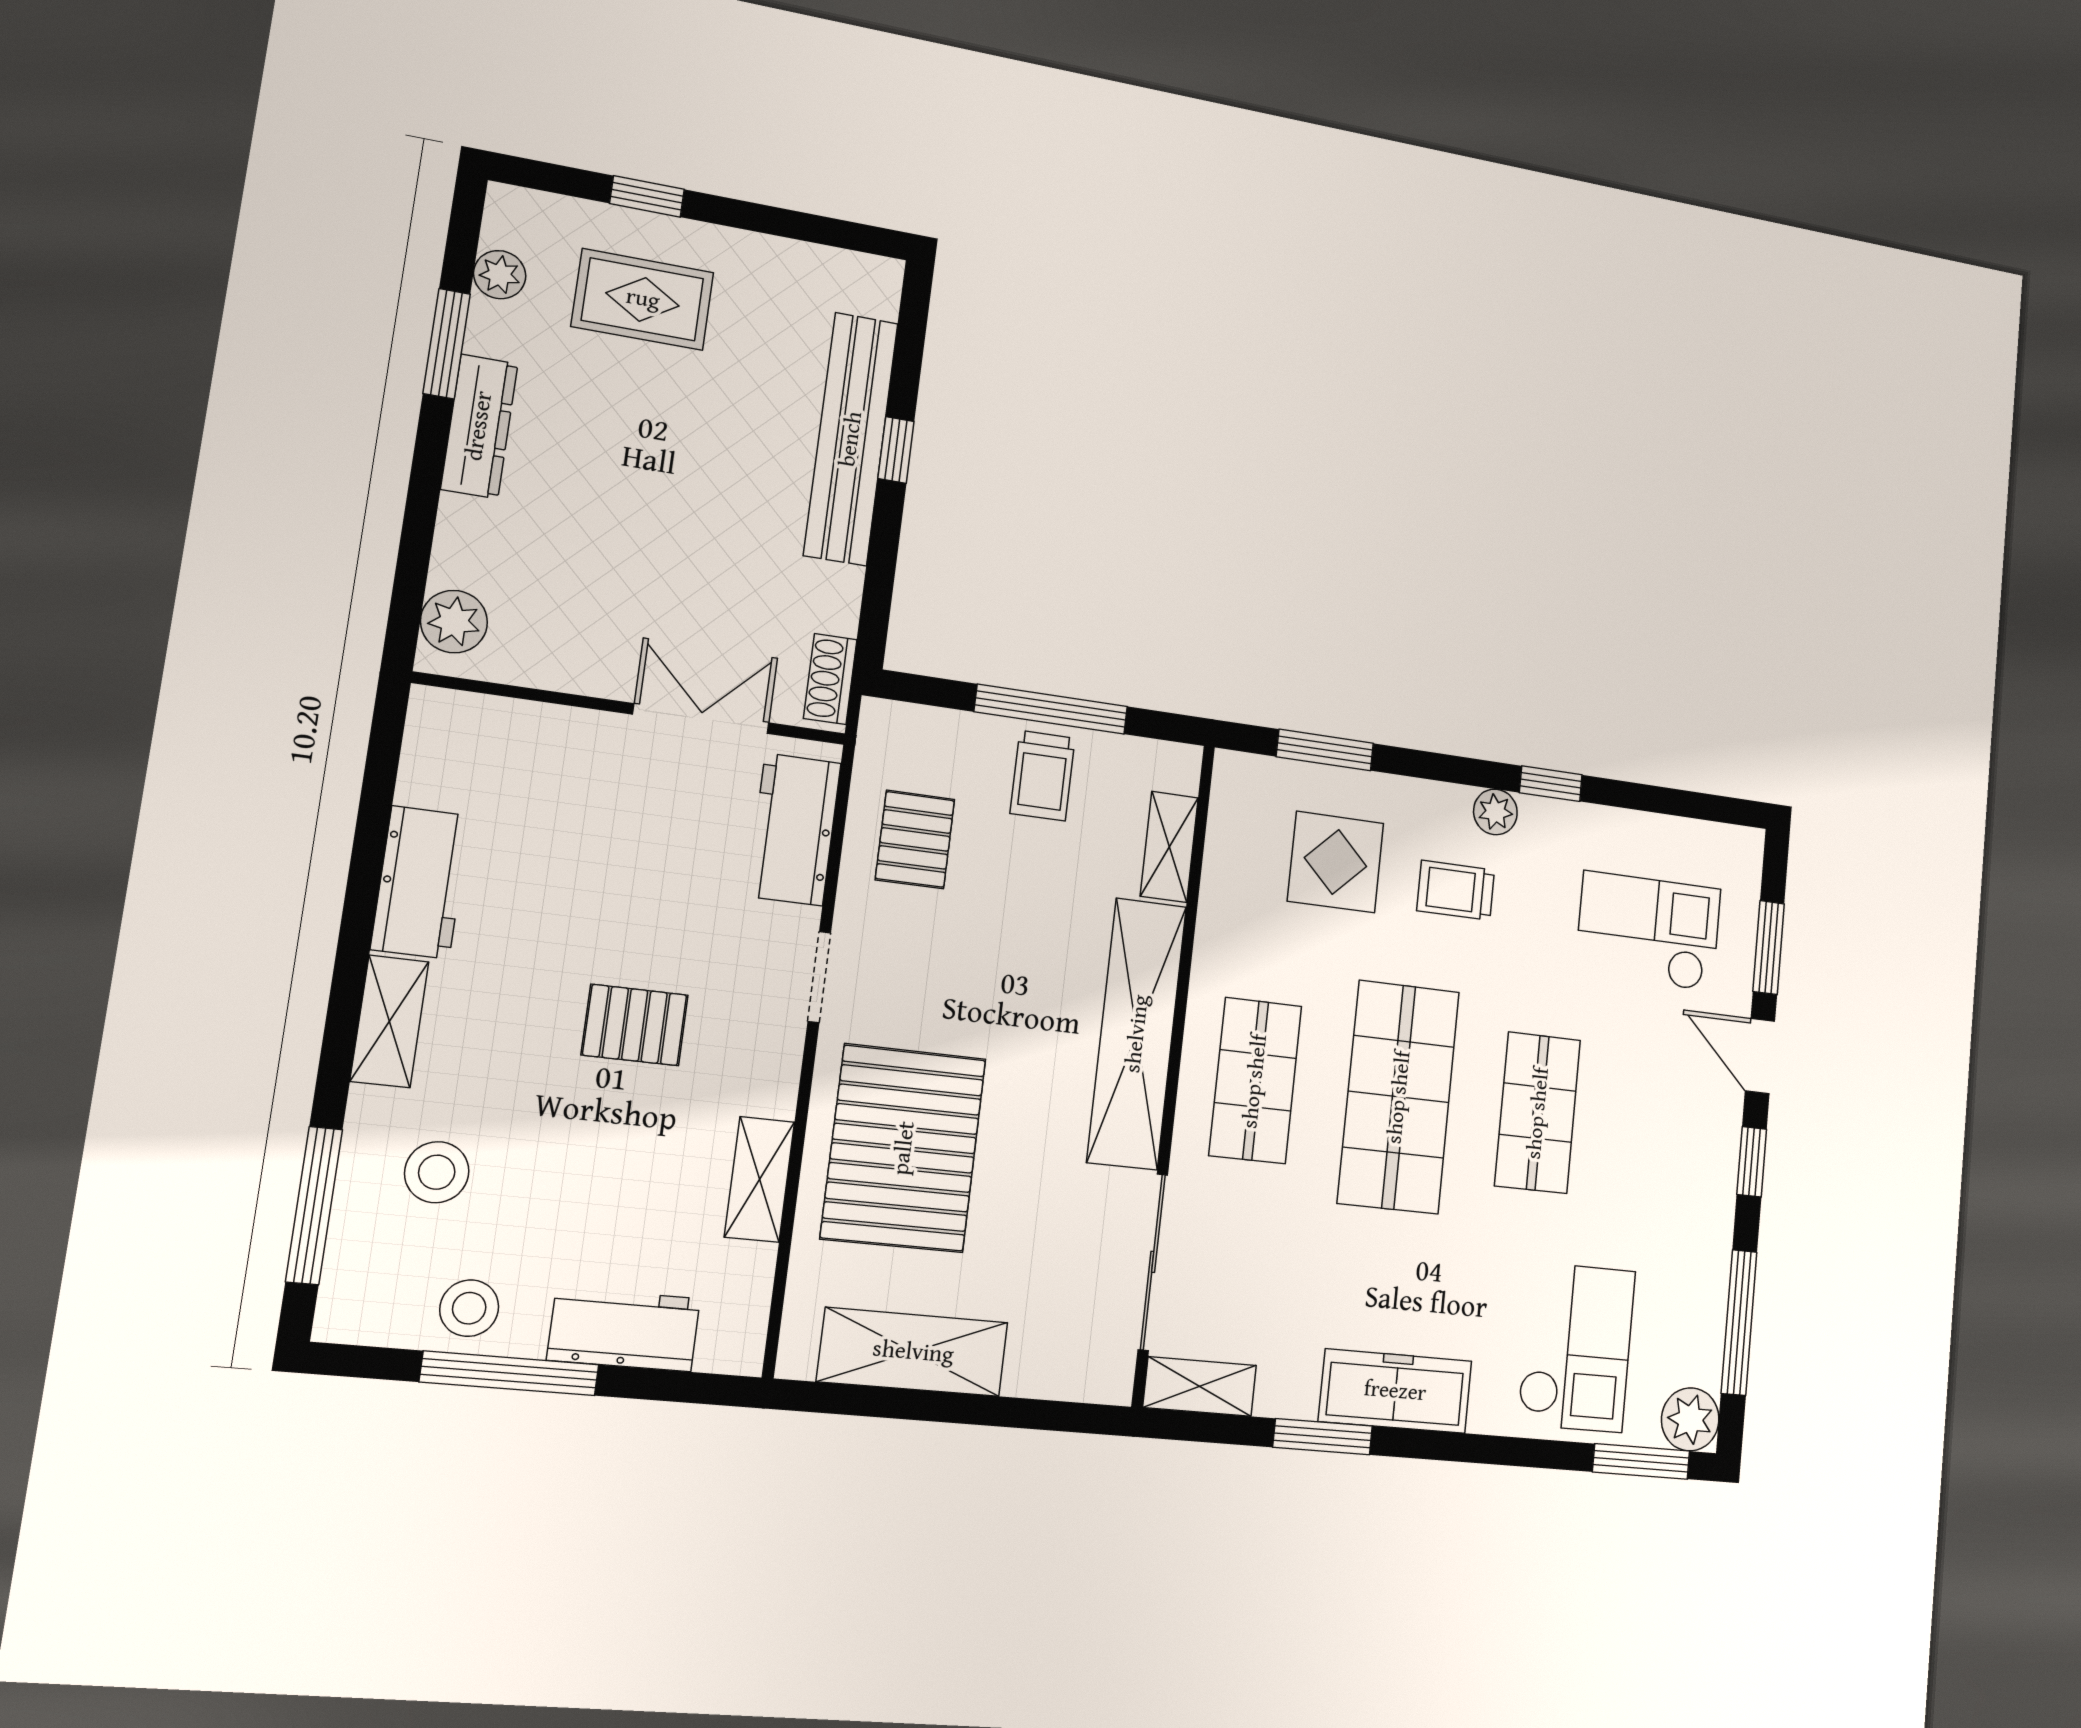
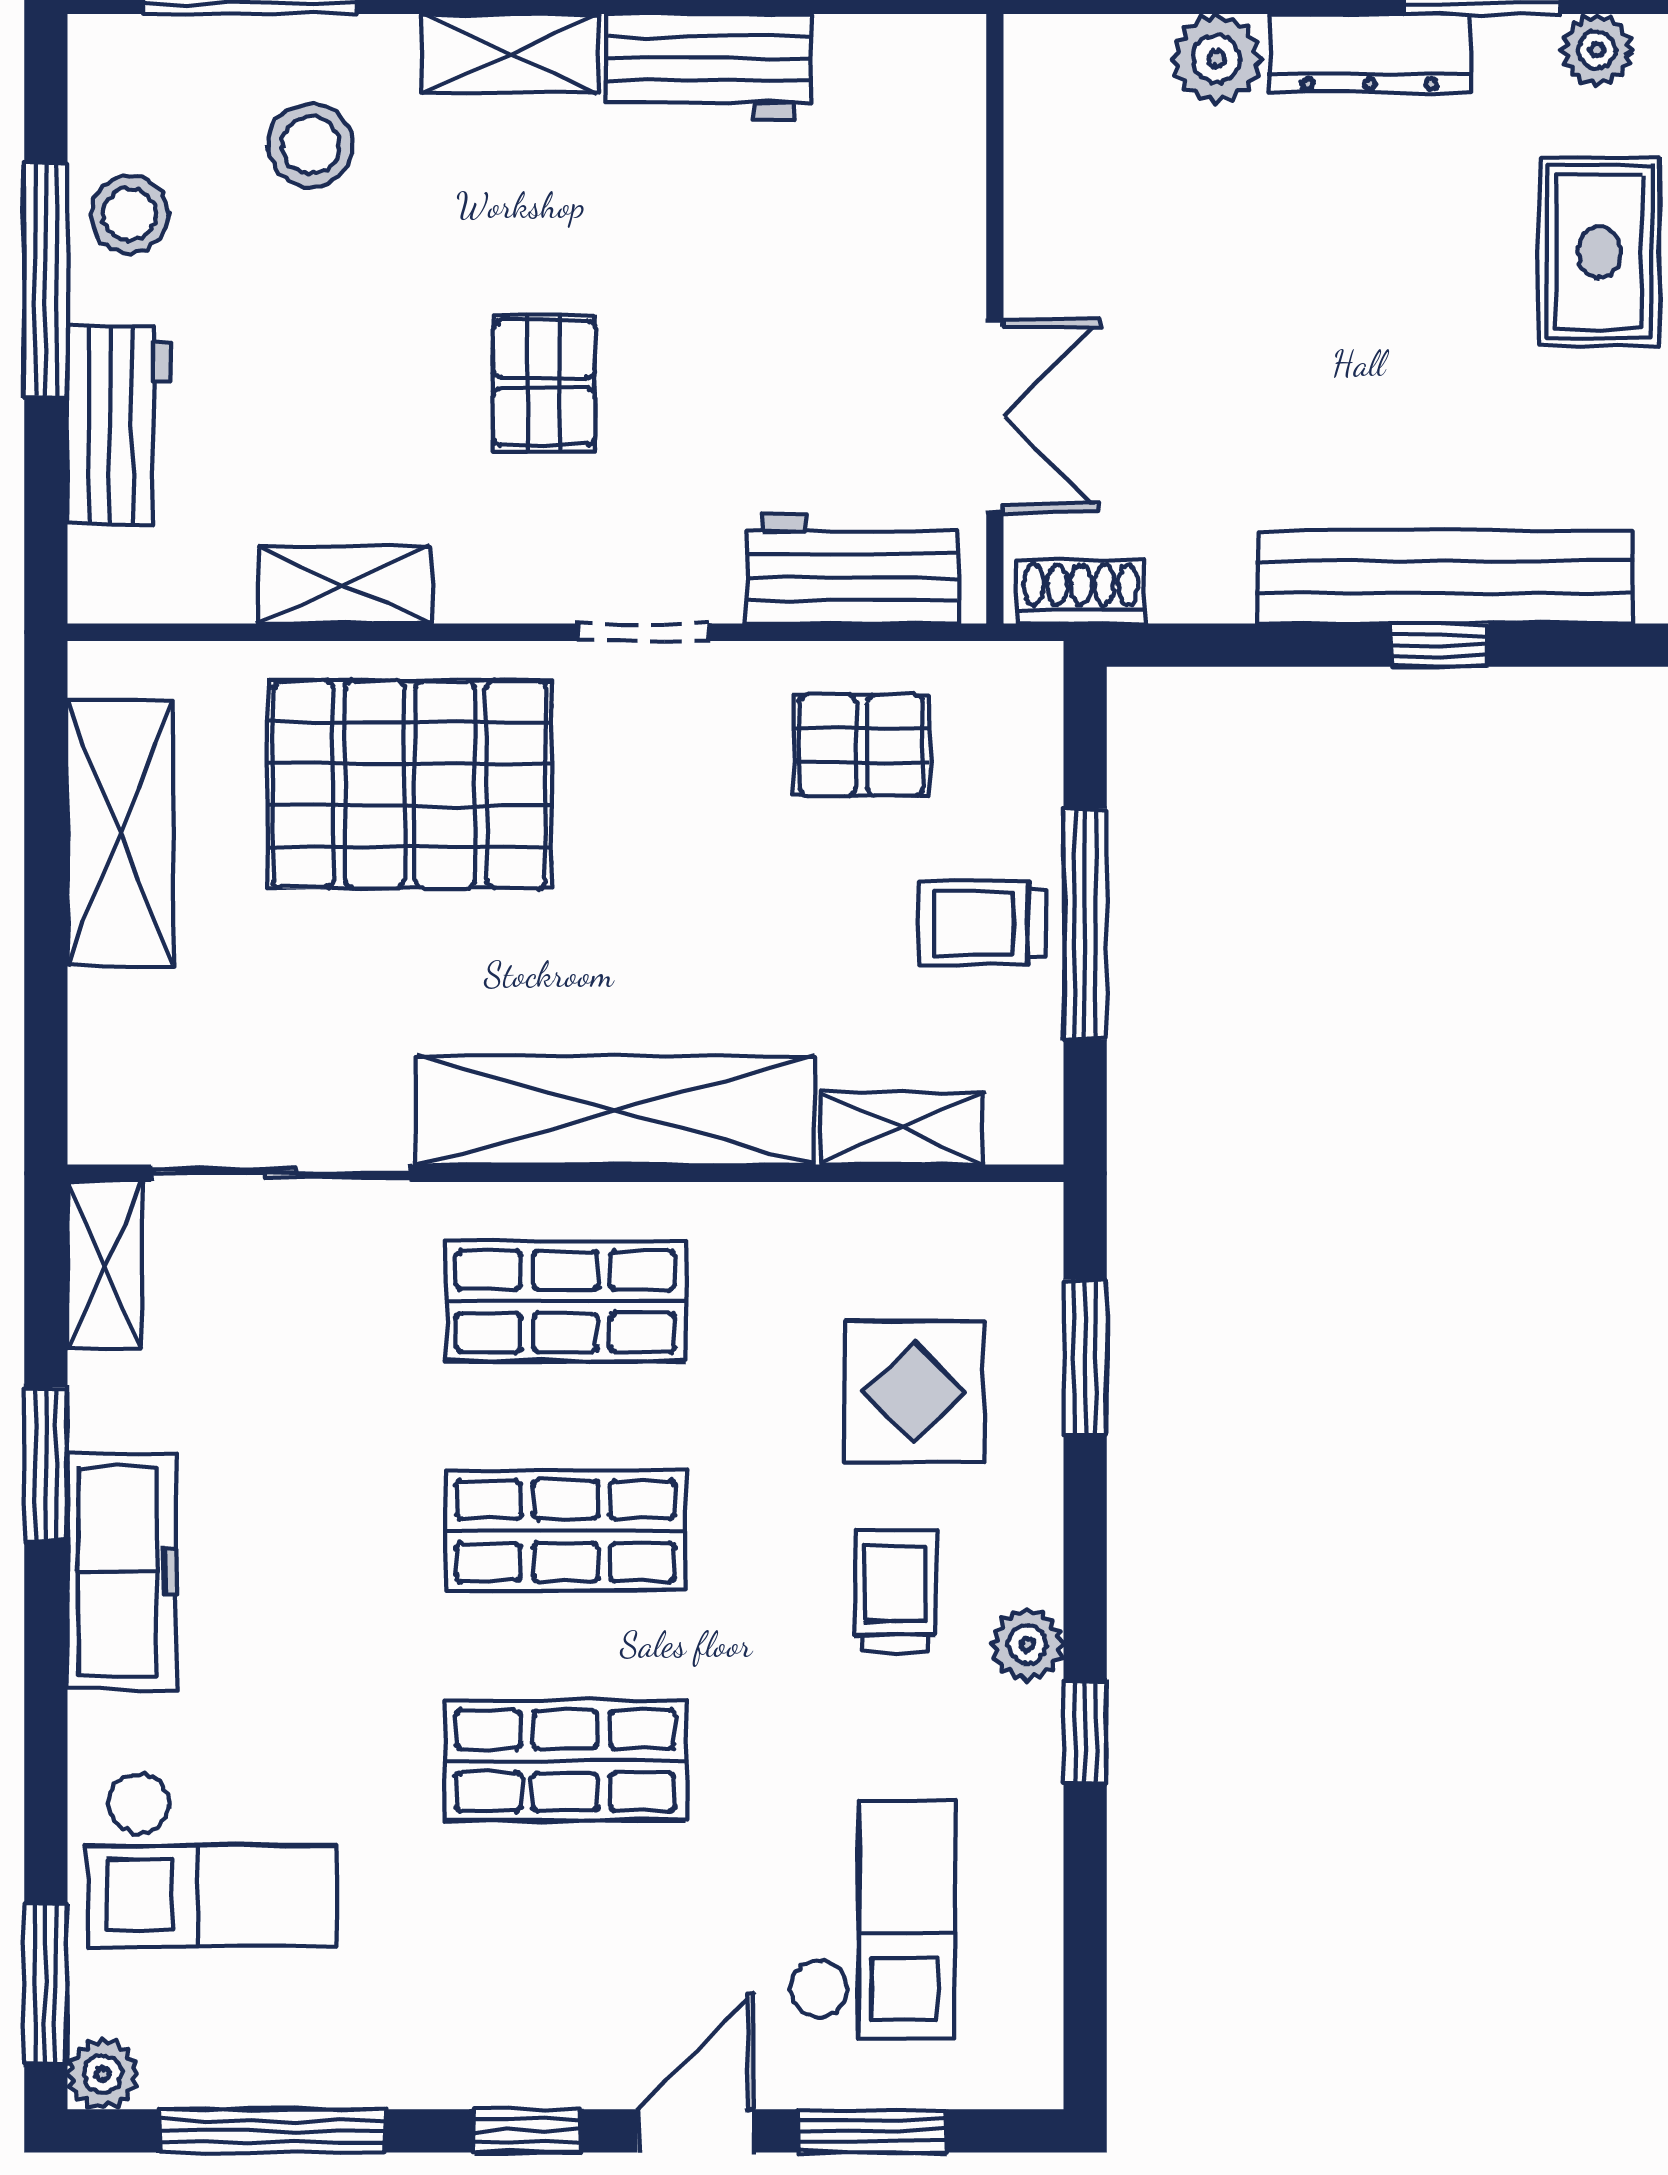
plant: (454, 622) -> (1217, 59), moved
shop shelf: (1399, 1097) -> (565, 1531), width x0.70, depth x0.74
plant: (1690, 1419) -> (103, 2074), width x0.73, depth x0.73

